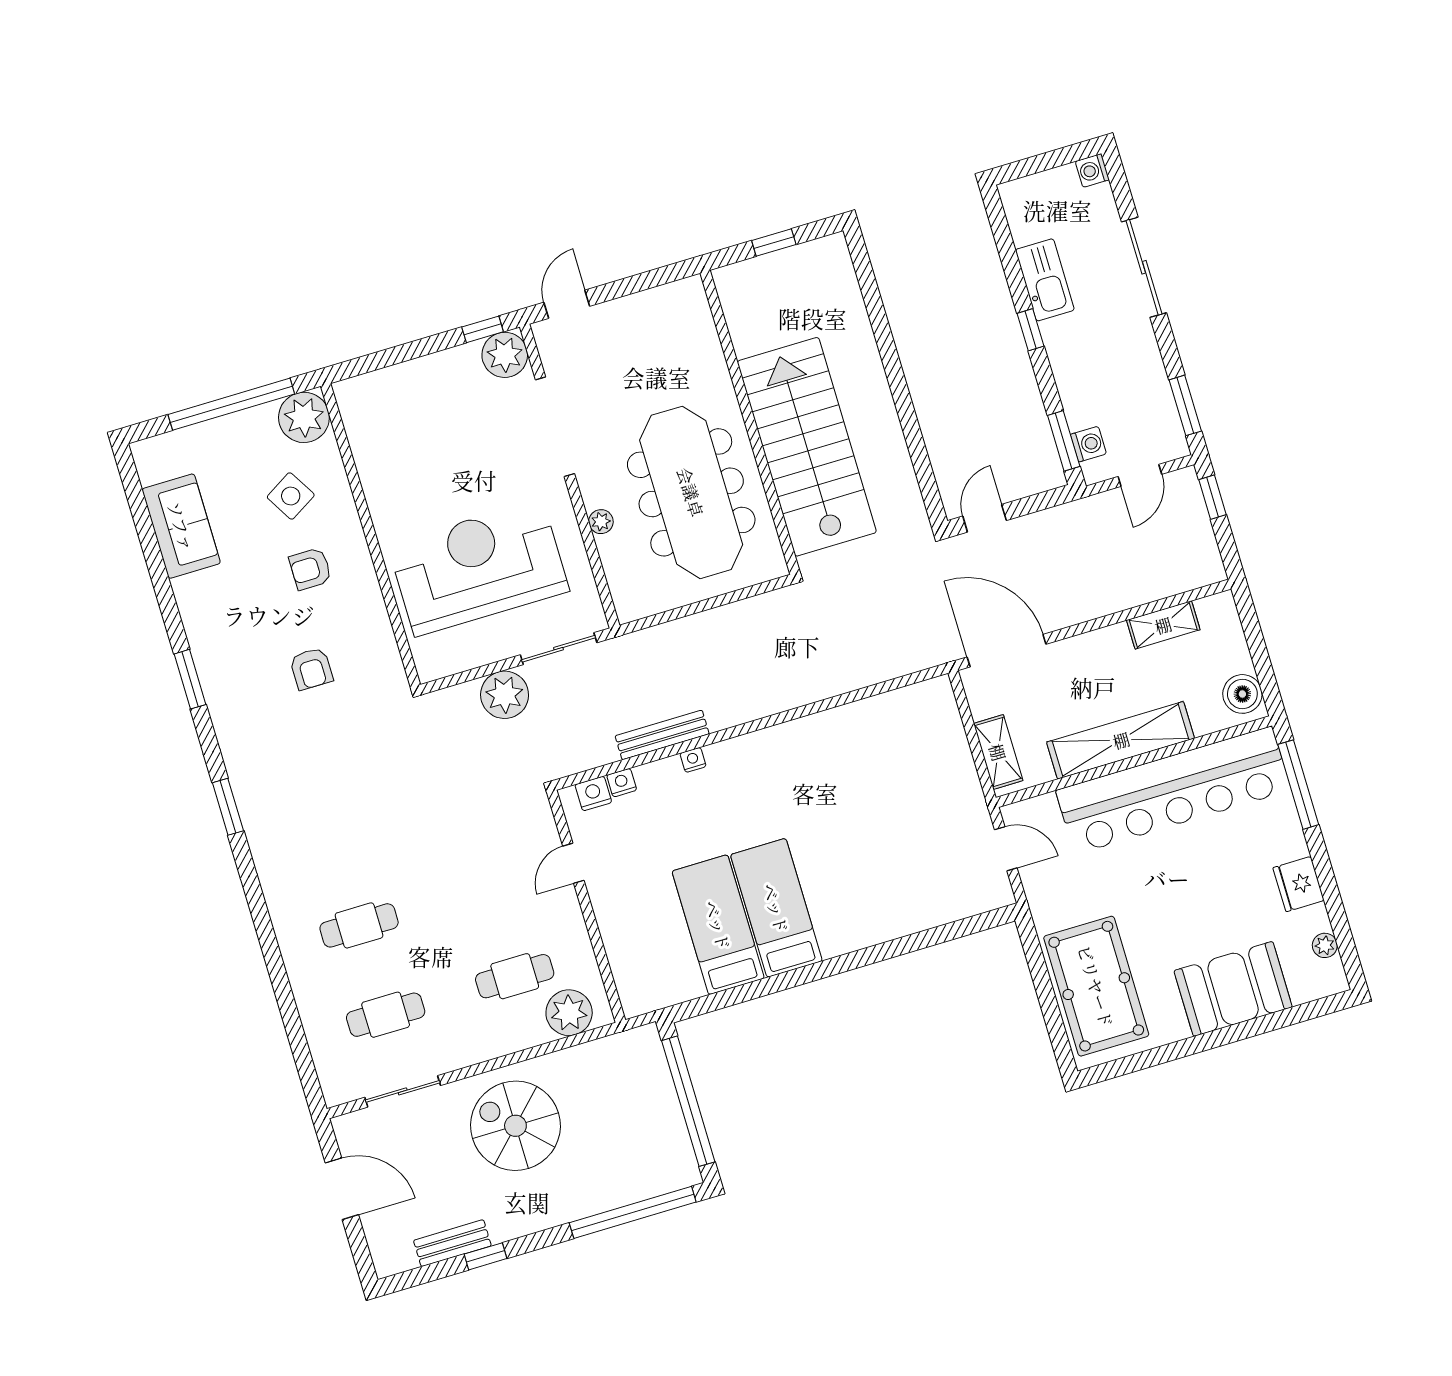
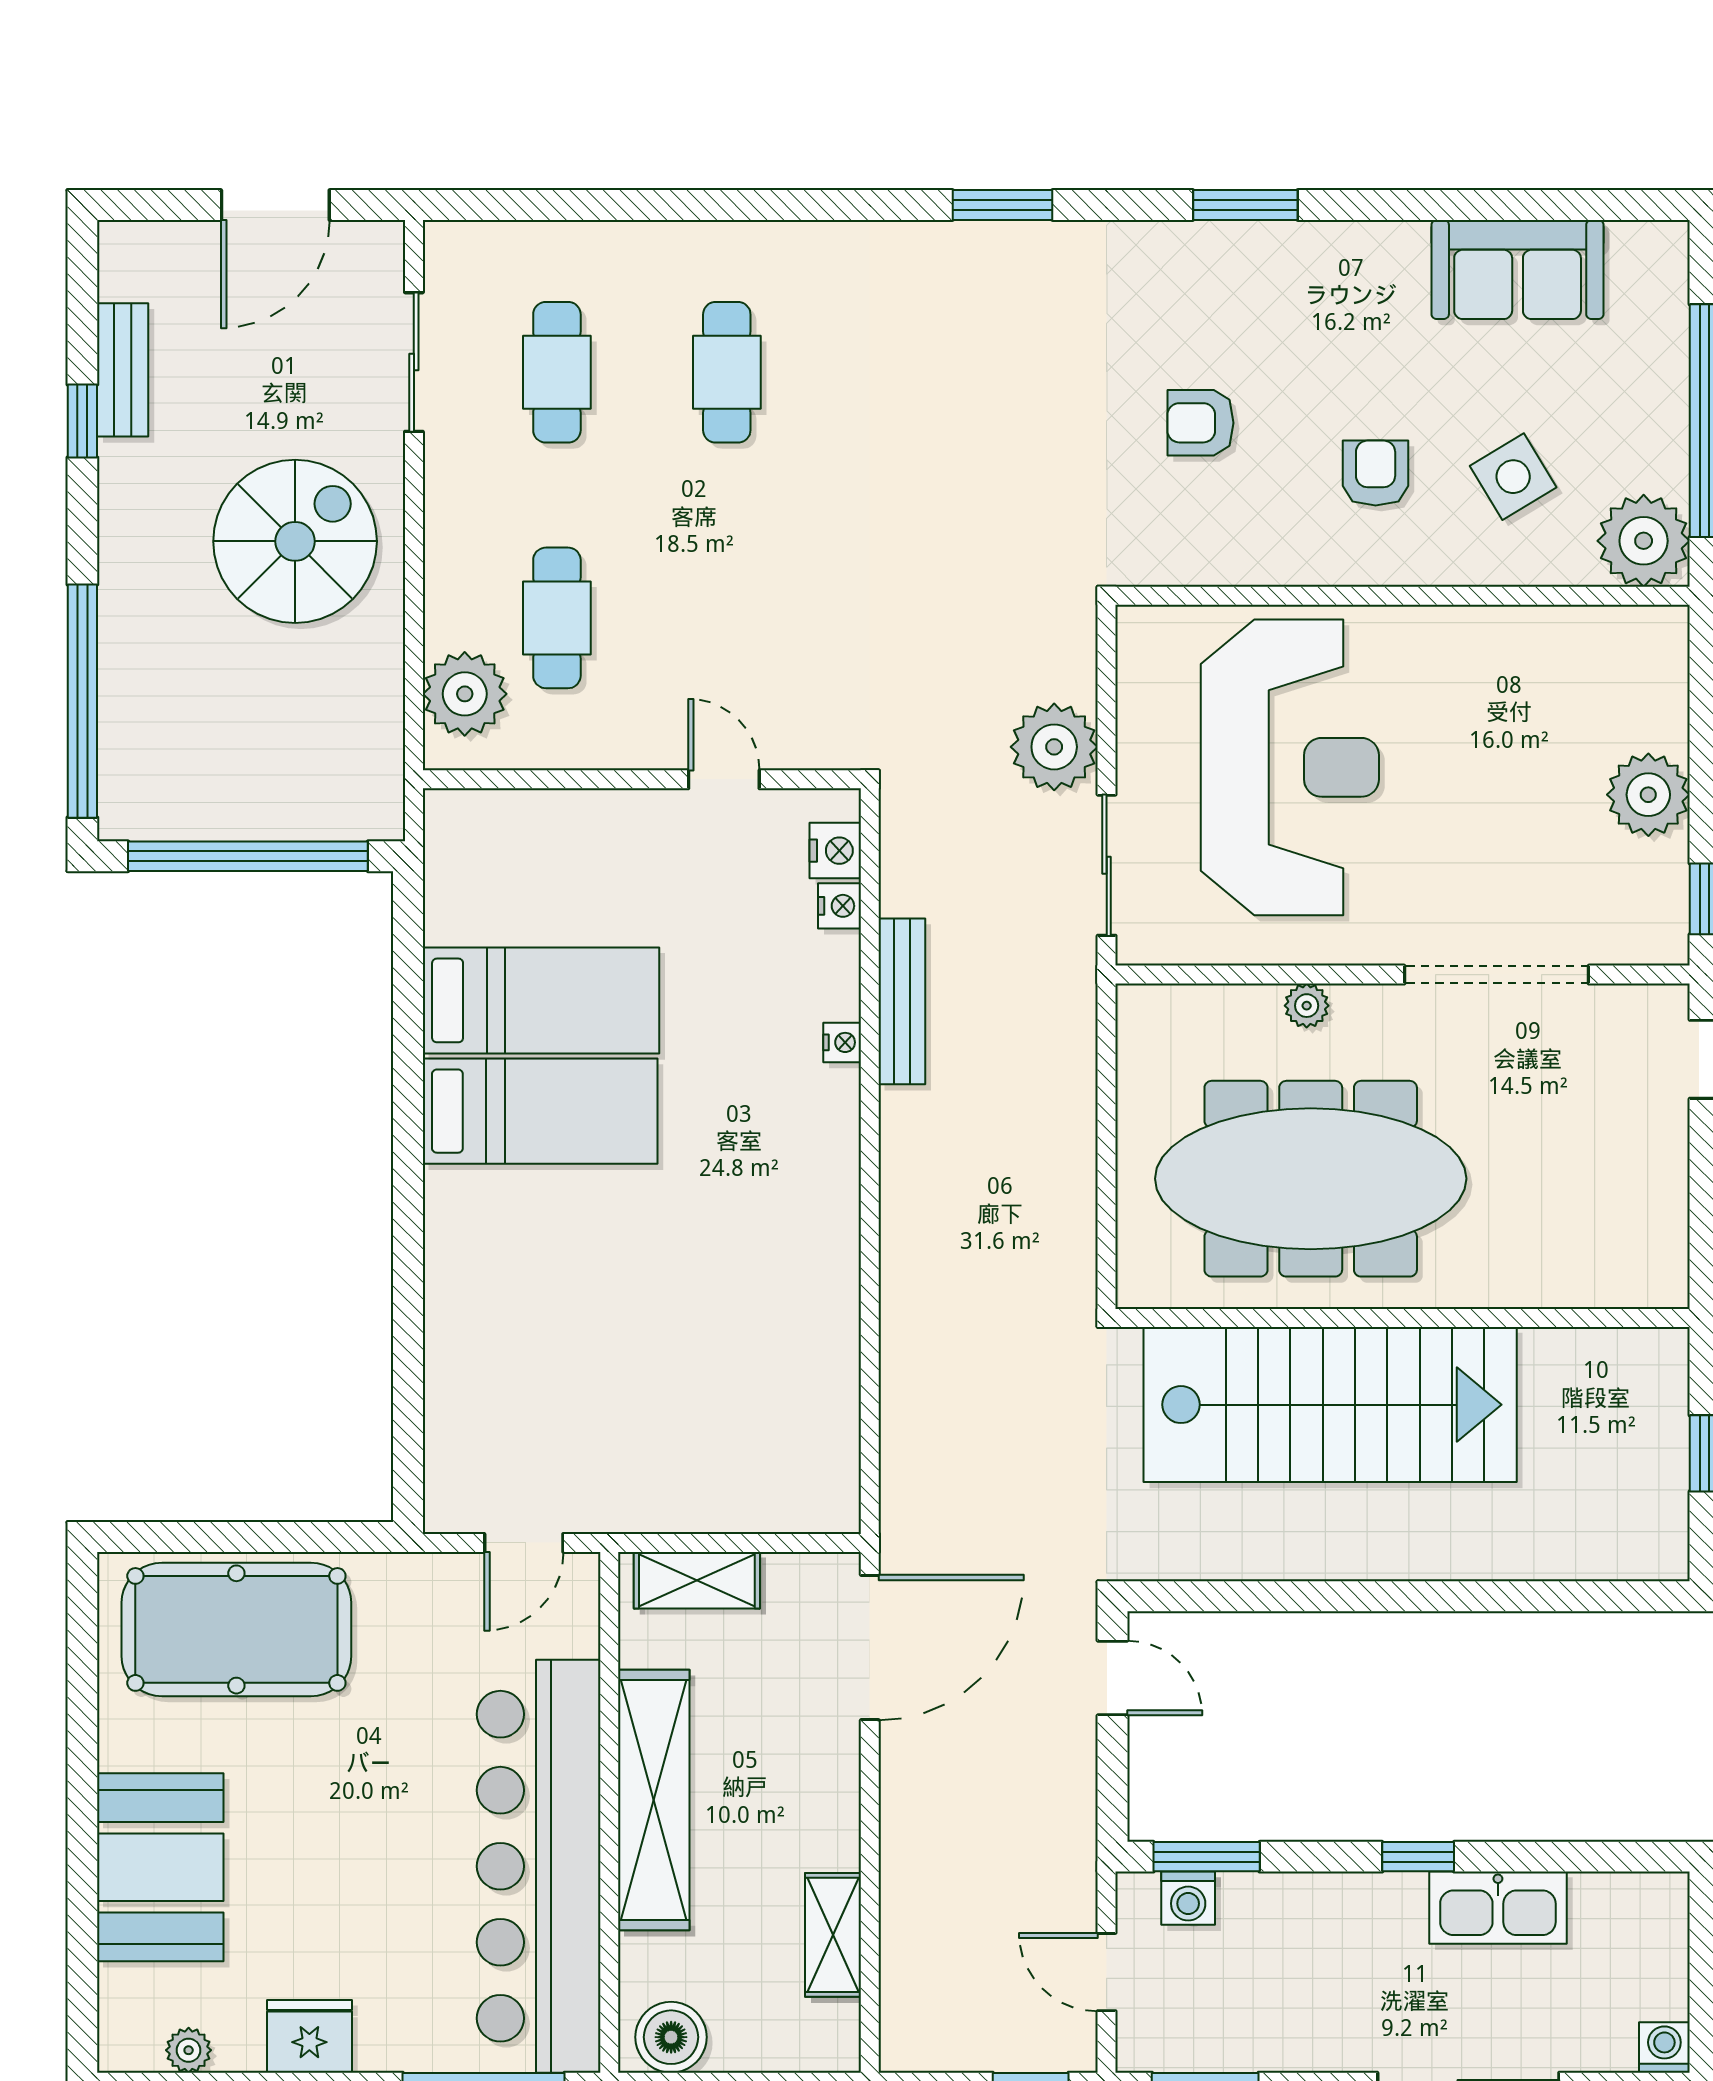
plant: (505, 355) -> (1648, 795), moved

